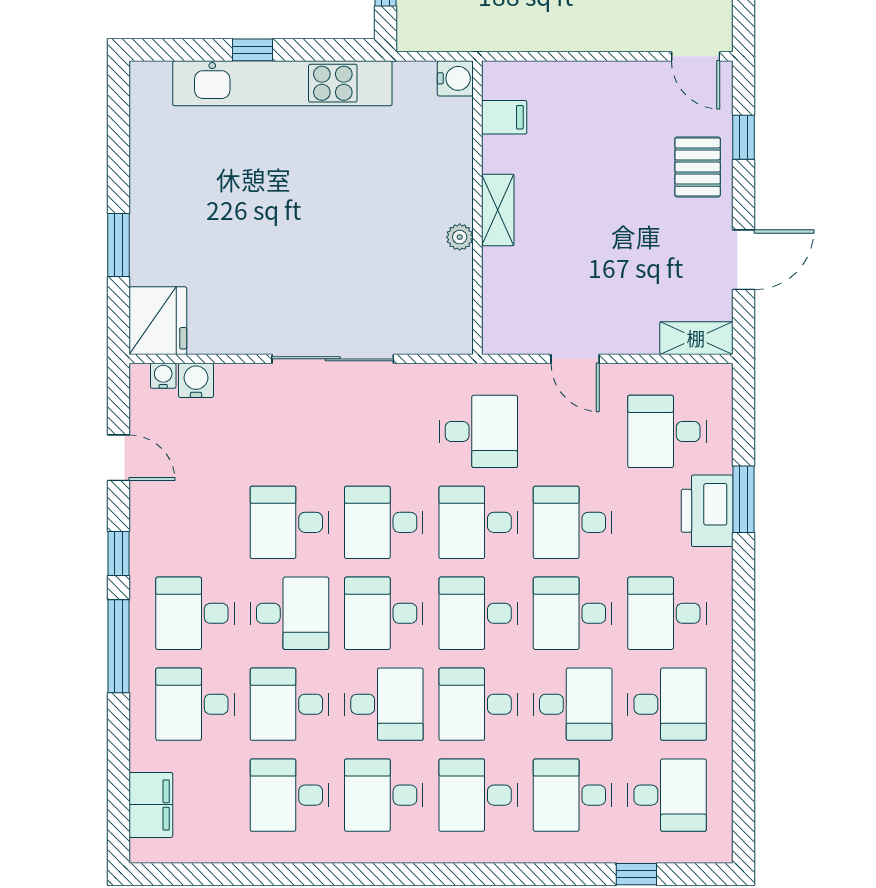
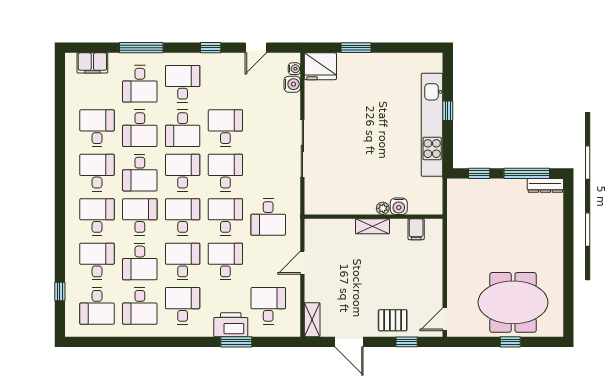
water cooler: (455, 78) -> (399, 206), moved
plant: (460, 237) -> (383, 208), moved
window: (119, 646) -> (141, 48), moved
desk: (195, 704) -> (140, 84), turned 180
desk: (289, 704) -> (140, 128), turned 180

